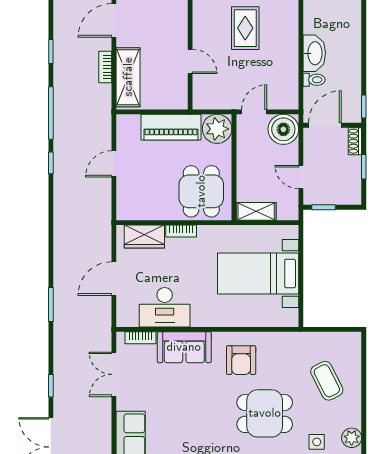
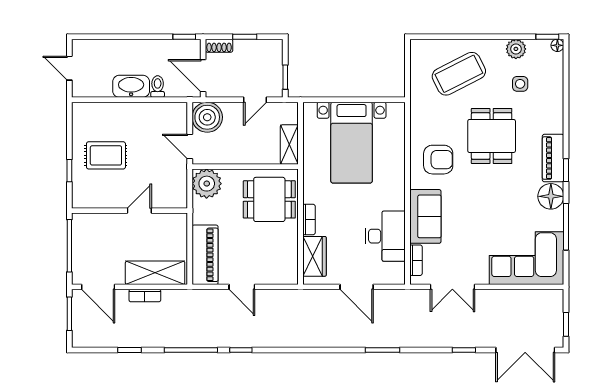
piano: (171, 127) -> (205, 255), moved
coffee table: (327, 381) -> (459, 74), width x1.36, depth x1.32

